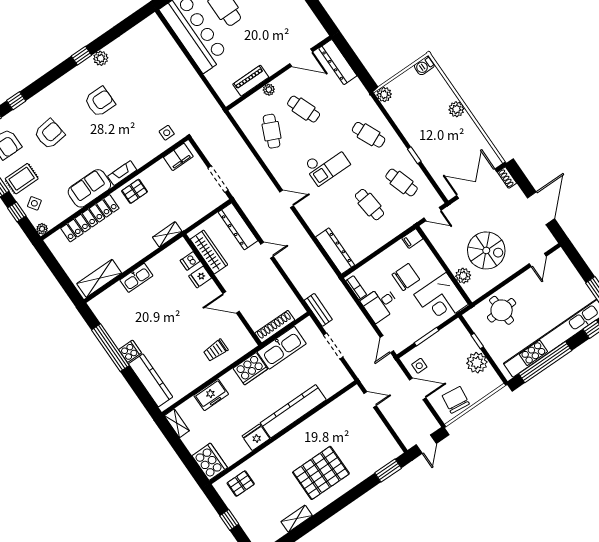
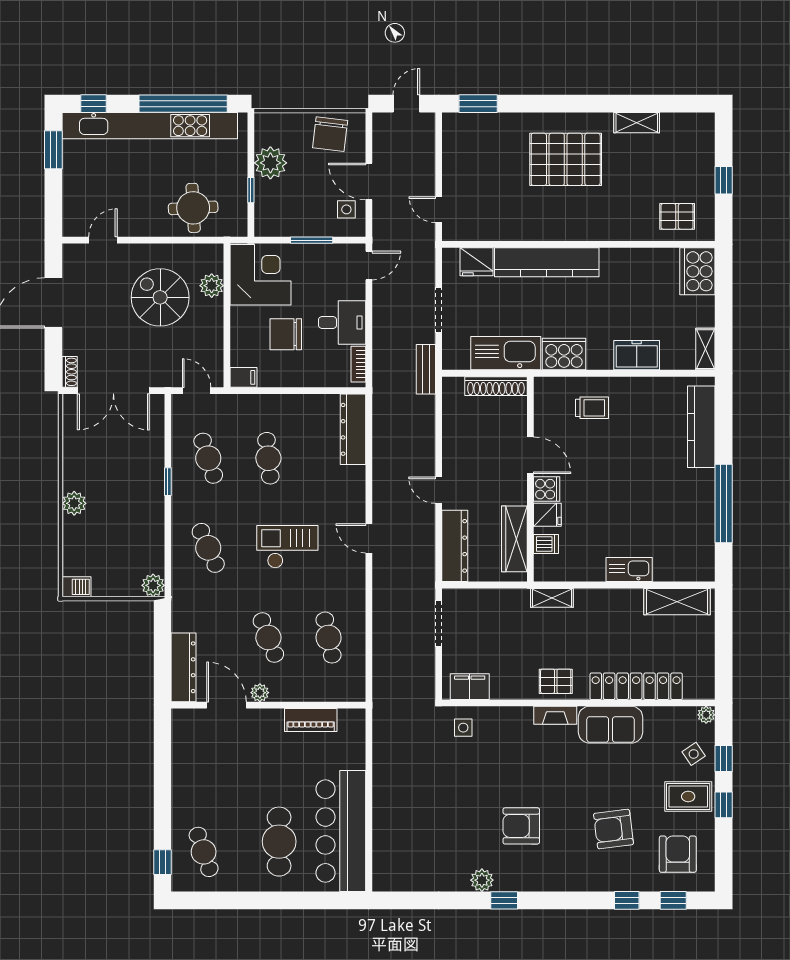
plant: (269, 90) -> (260, 693), moved
cafe table: (272, 131) -> (329, 638), turned -36
cooker: (130, 351) -> (547, 489), moved, turned 180
fridge: (256, 437) -> (476, 262), moved

